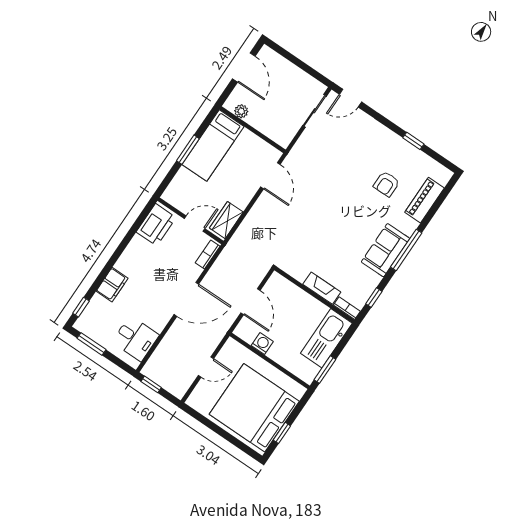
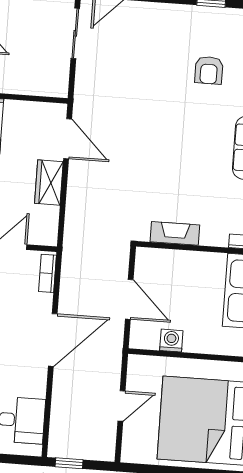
wardrobe: (226, 220) -> (49, 183), moved
fireplace: (322, 288) -> (175, 233), moved

